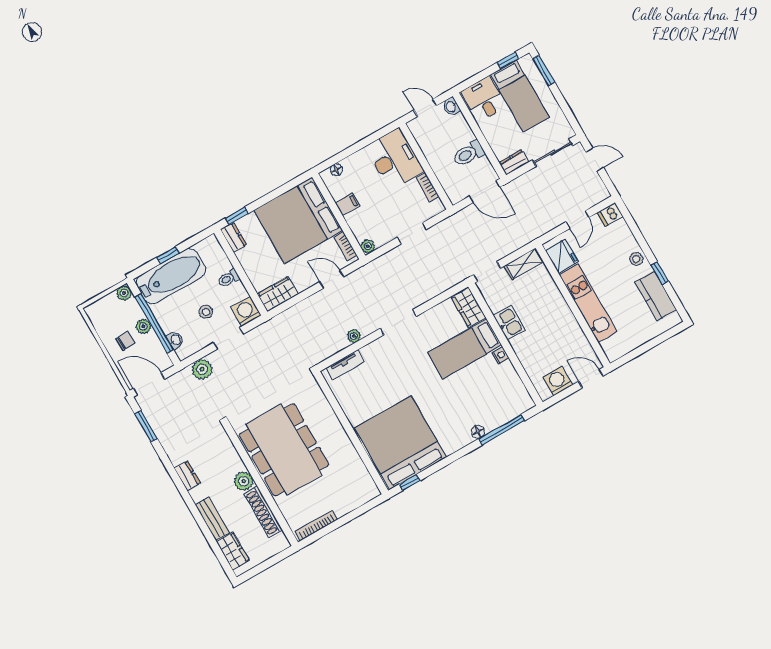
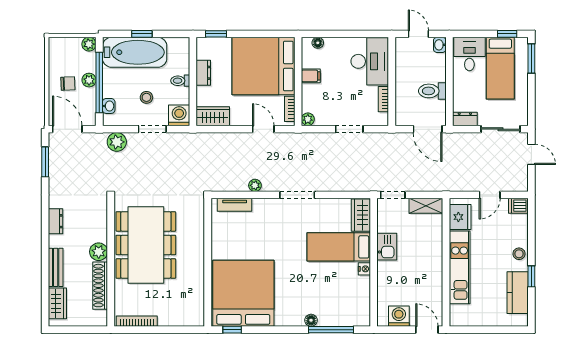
dresser: (234, 237) -> (203, 73), moved

